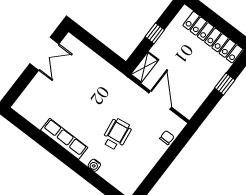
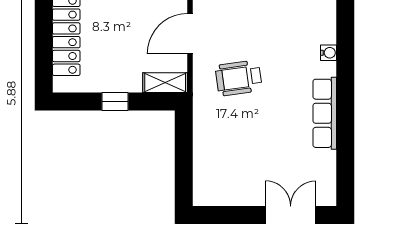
double door: (44, 54) -> (291, 215), moved
wheelchair: (117, 134) -> (239, 78), moved

